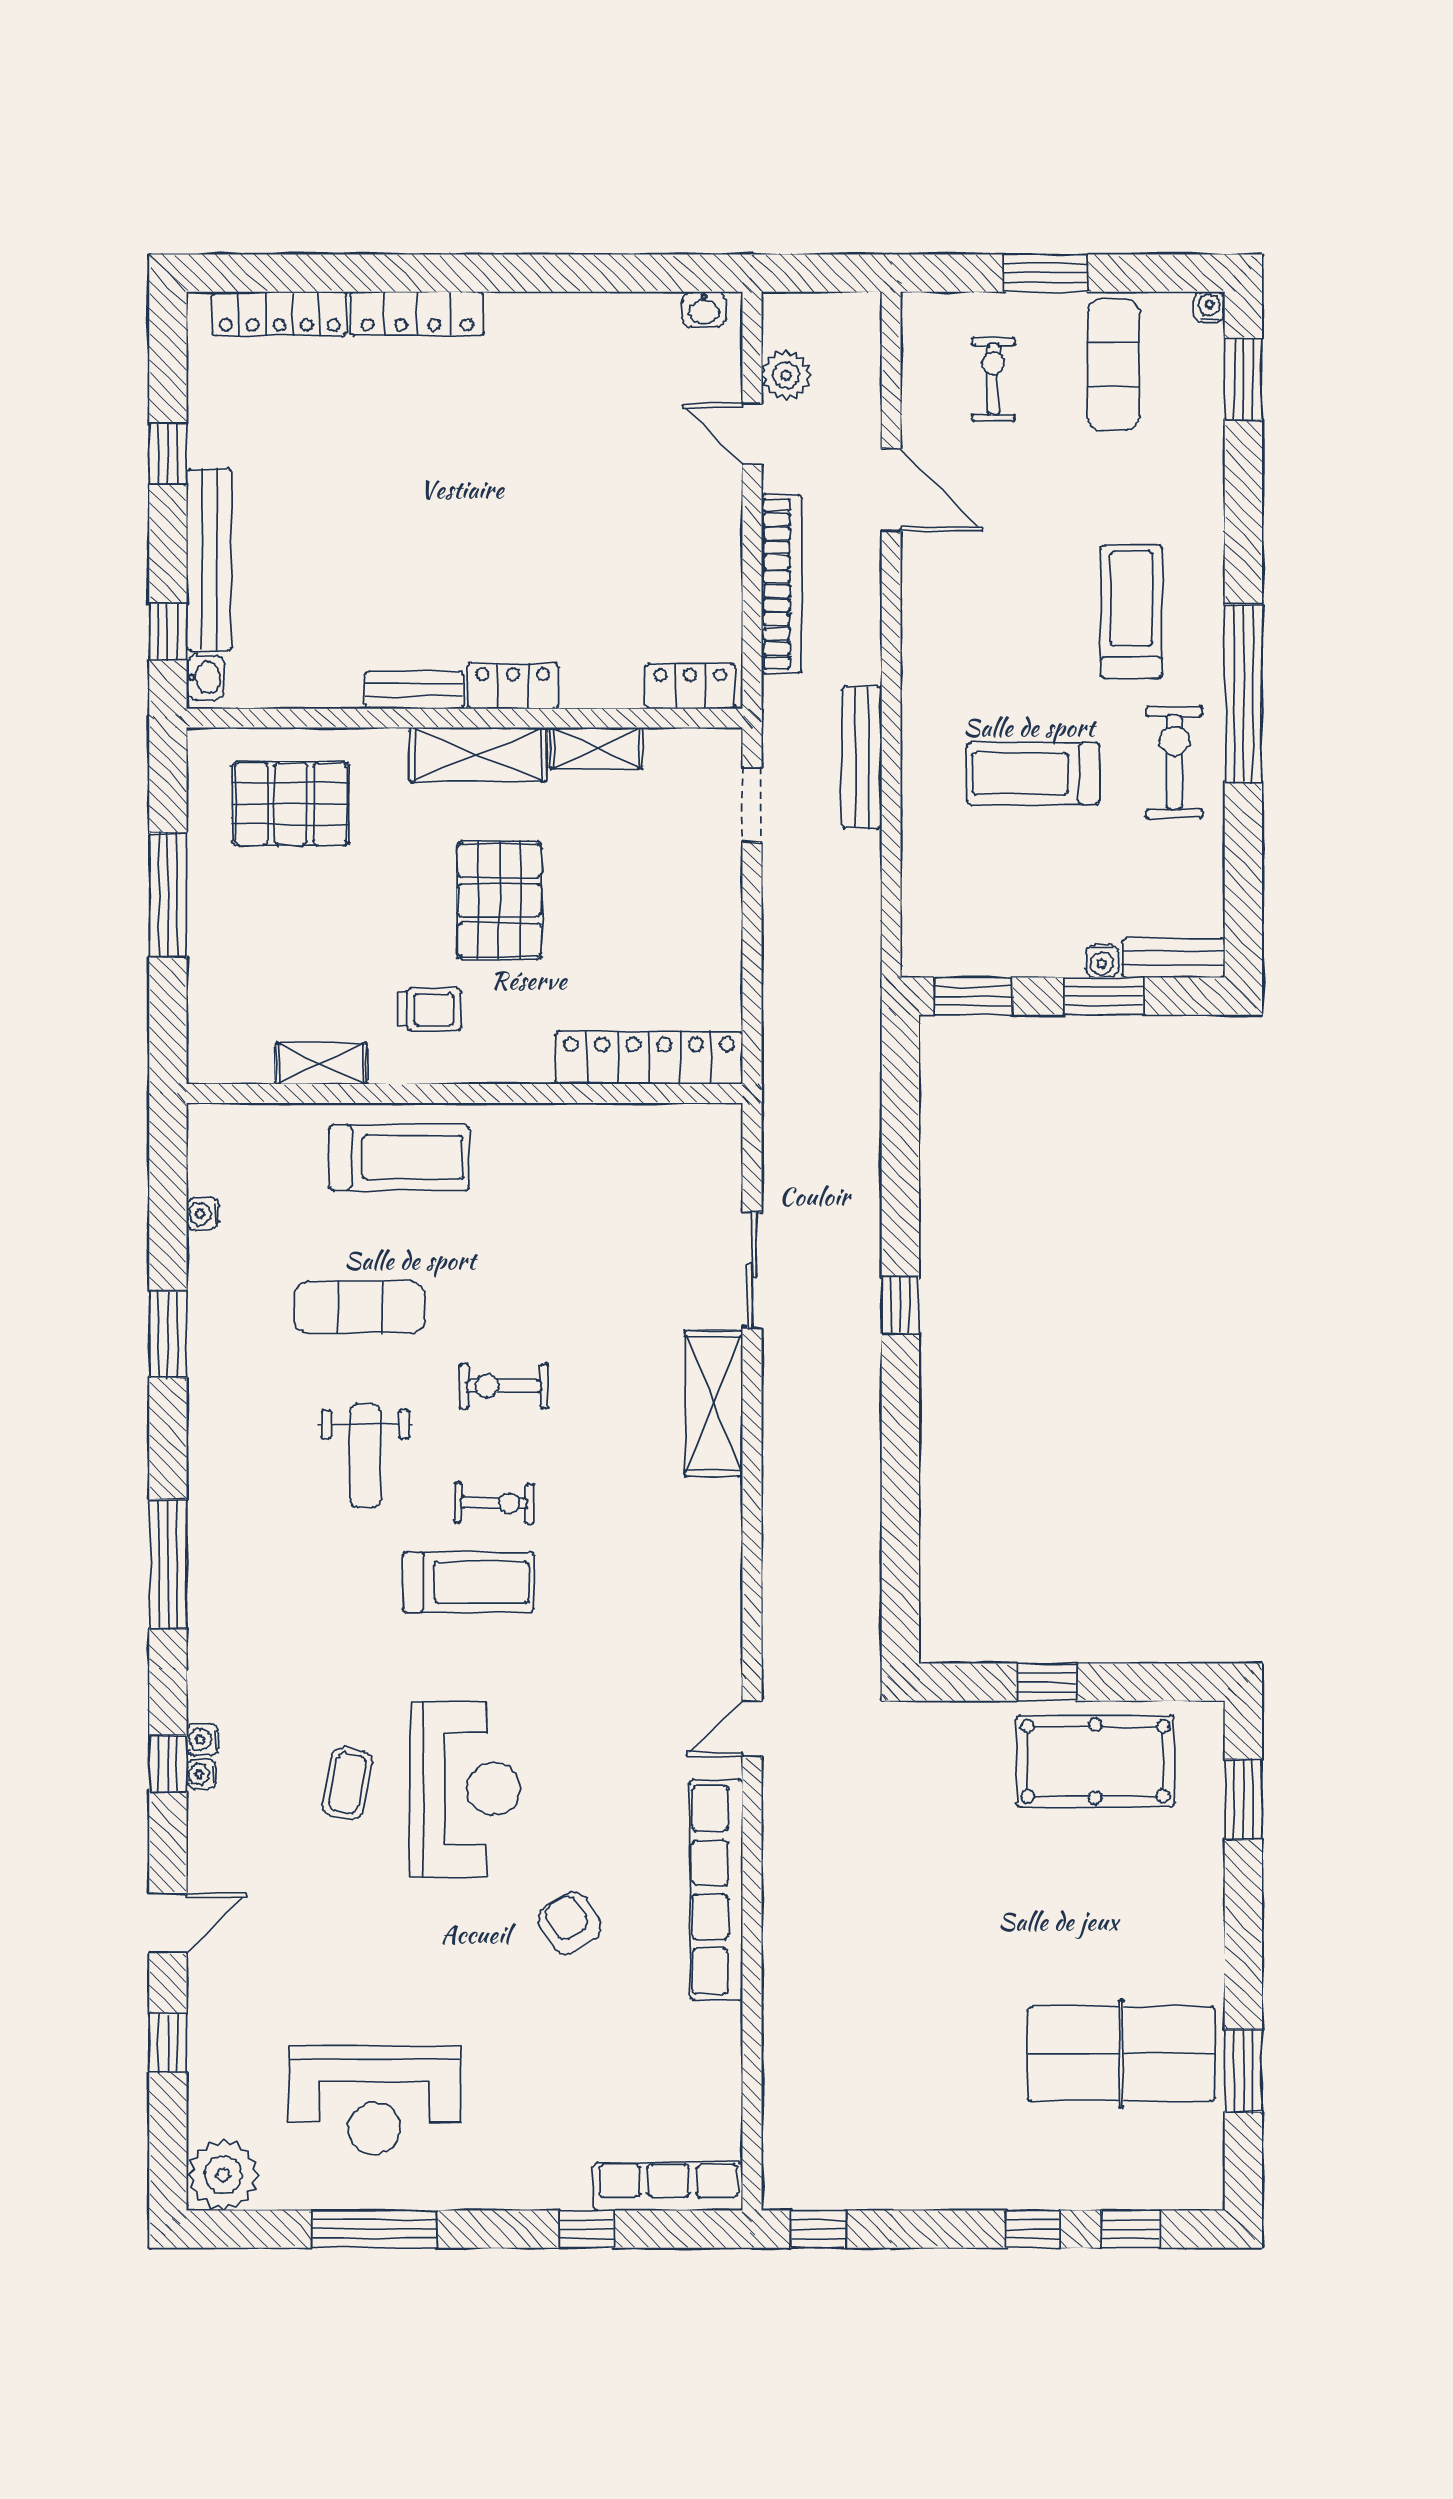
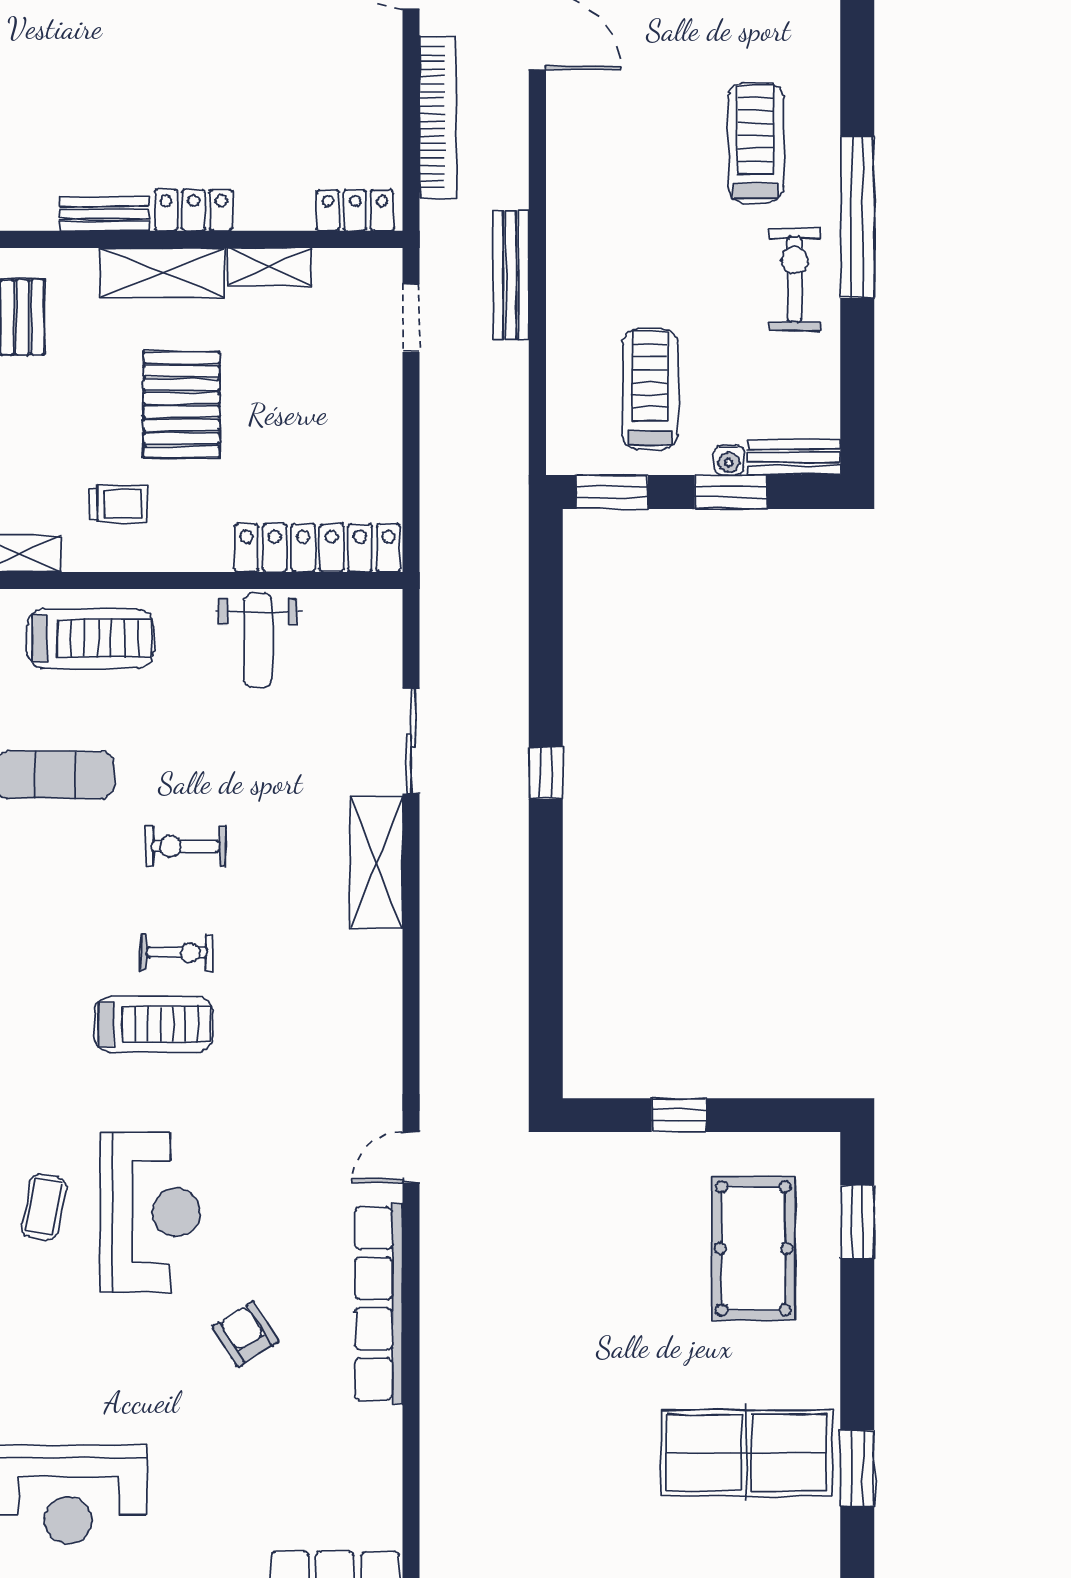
treadmill: (1033, 774) -> (650, 389), moved, turned 90
weight bench: (365, 1455) -> (258, 640), moved
pool table: (1095, 1761) -> (753, 1248), moved, turned 90

